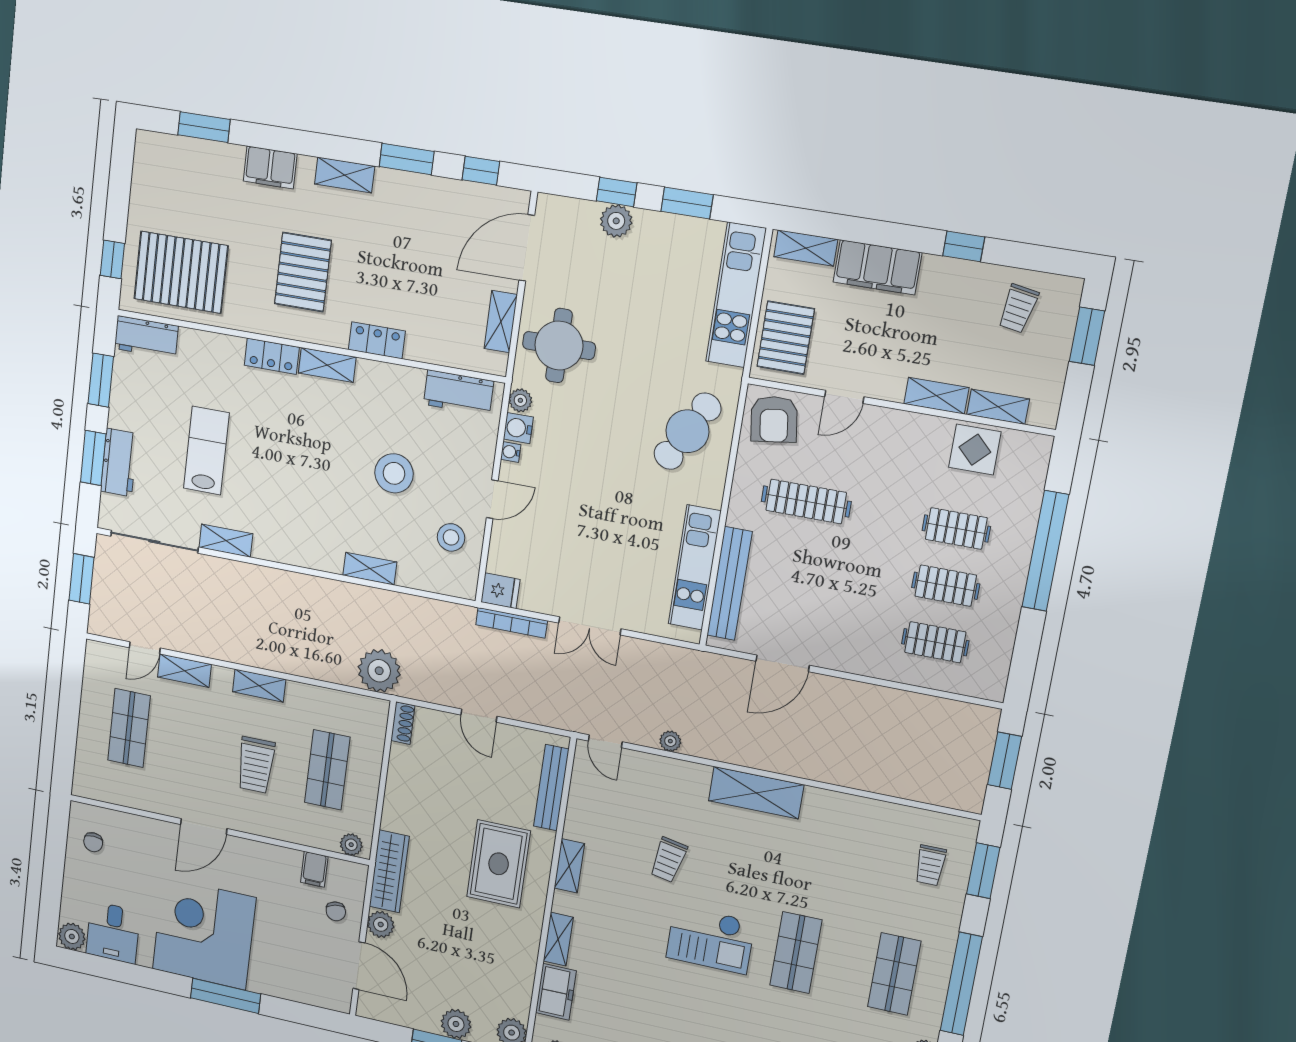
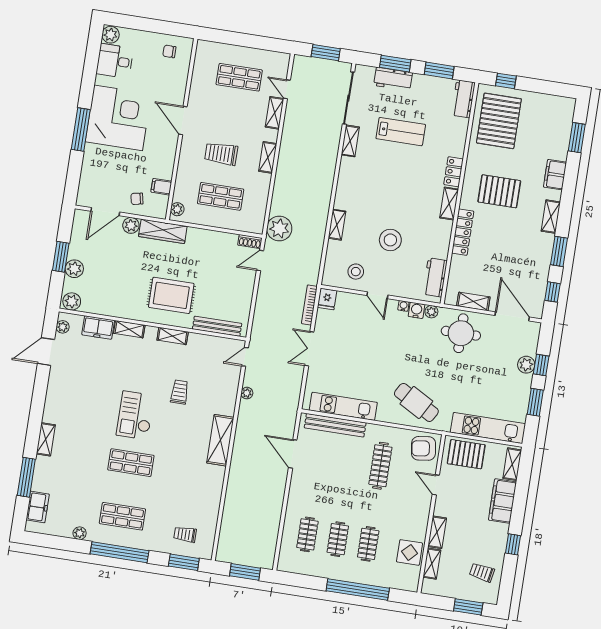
locker: (377, 340) -> (463, 232), width x1.53
door: (479, 716) -> (260, 260), moved
trolley: (668, 860) -> (180, 392), turned 79

